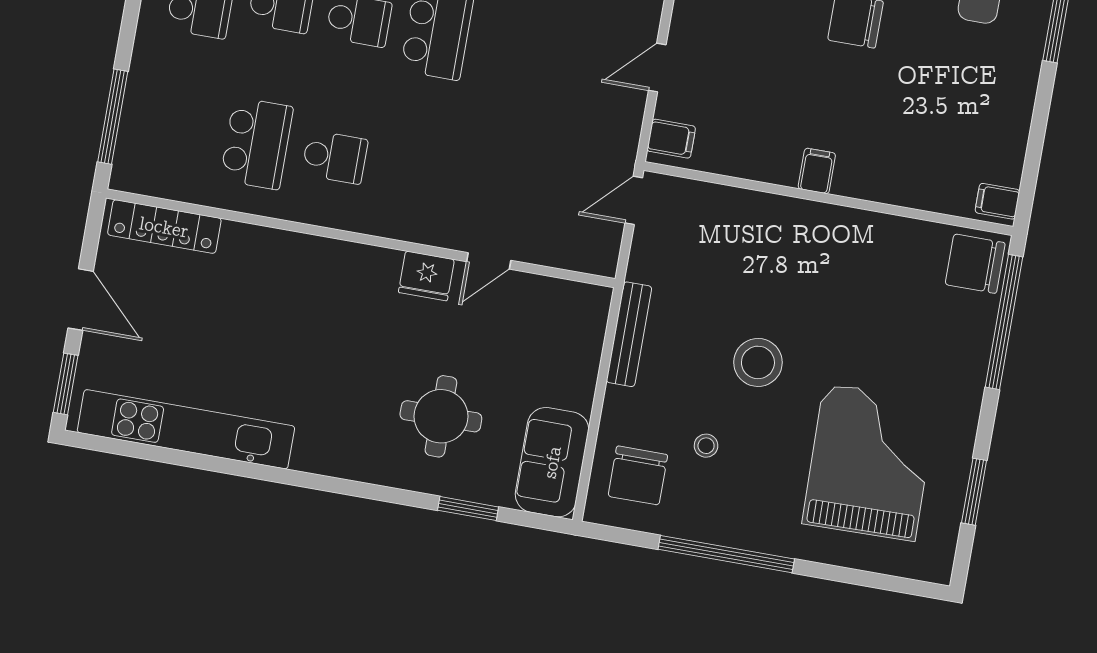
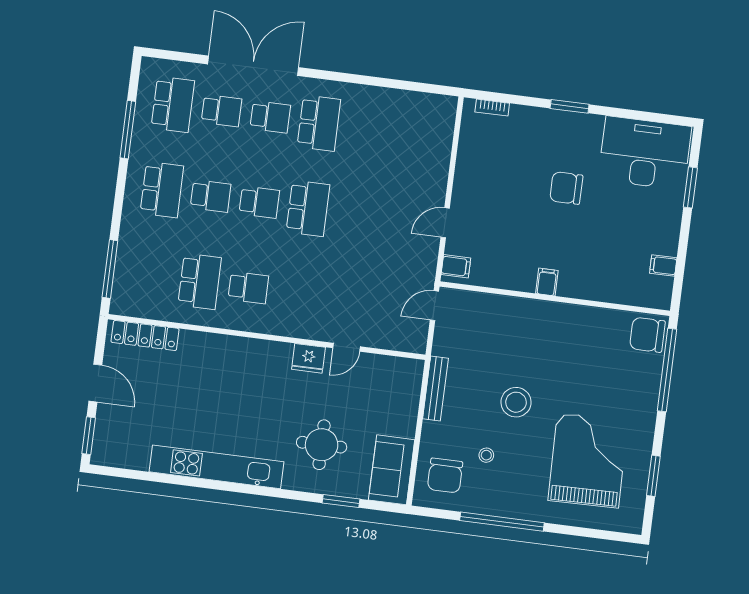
filing cabinet: (997, 201) -> (663, 265), moved
kitchen unit: (186, 429) -> (217, 467), moved

